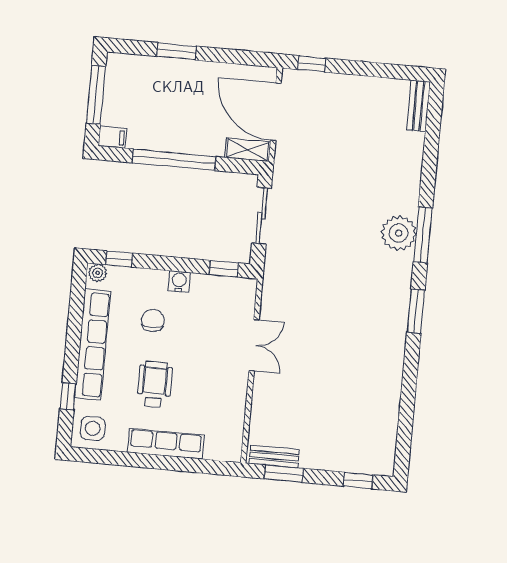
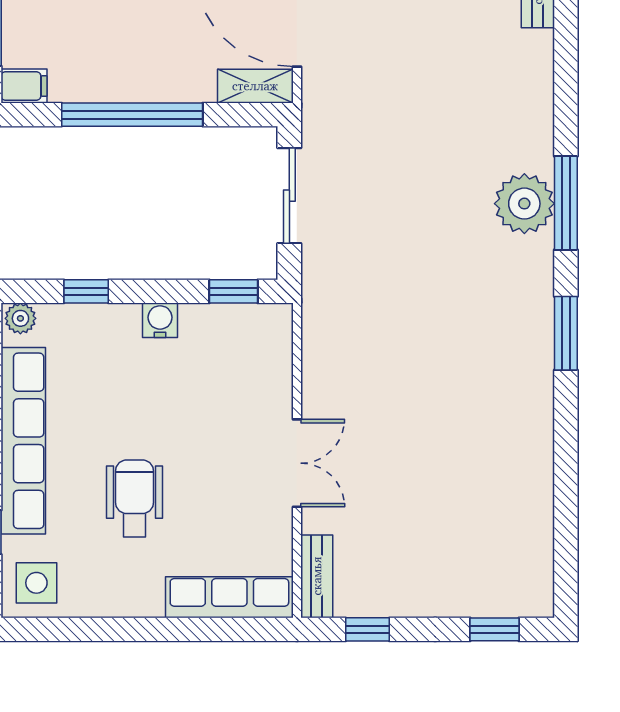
window: (119, 259) -> (86, 291), moved
chair: (153, 320) -> (122, 390), removed
double door: (254, 345) -> (297, 463), moved
row of seats: (166, 444) -> (229, 597), moved
bench: (274, 457) -> (317, 576), moved, turned 90
window: (284, 474) -> (368, 629), width x0.67

